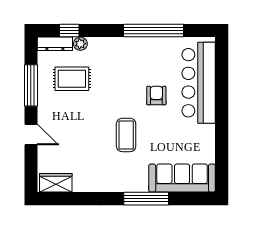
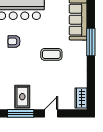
rug: (72, 79) -> (22, 97), moved
armchair: (156, 96) -> (14, 41), moved

